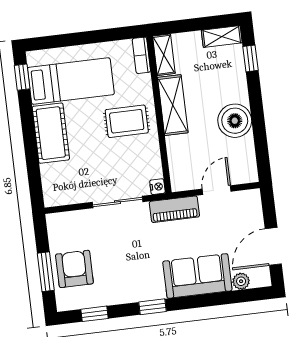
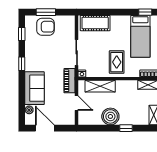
window: (250, 58) -> (126, 128), moved
shelving: (173, 105) -> (100, 86), moved
cot: (51, 133) -> (95, 23), moved

